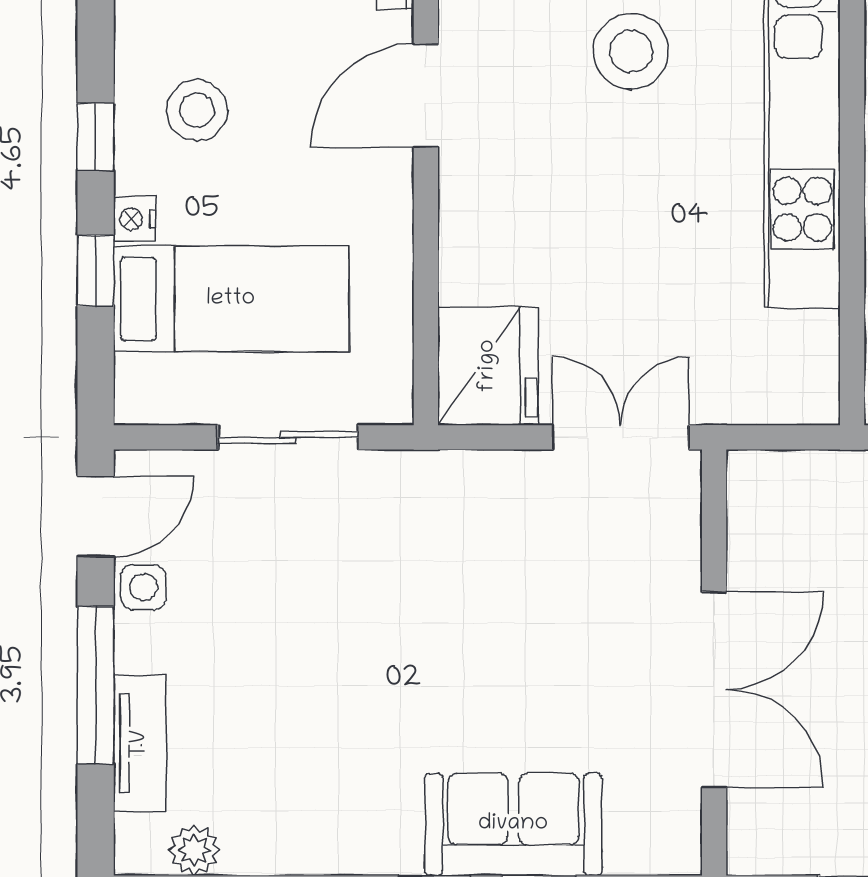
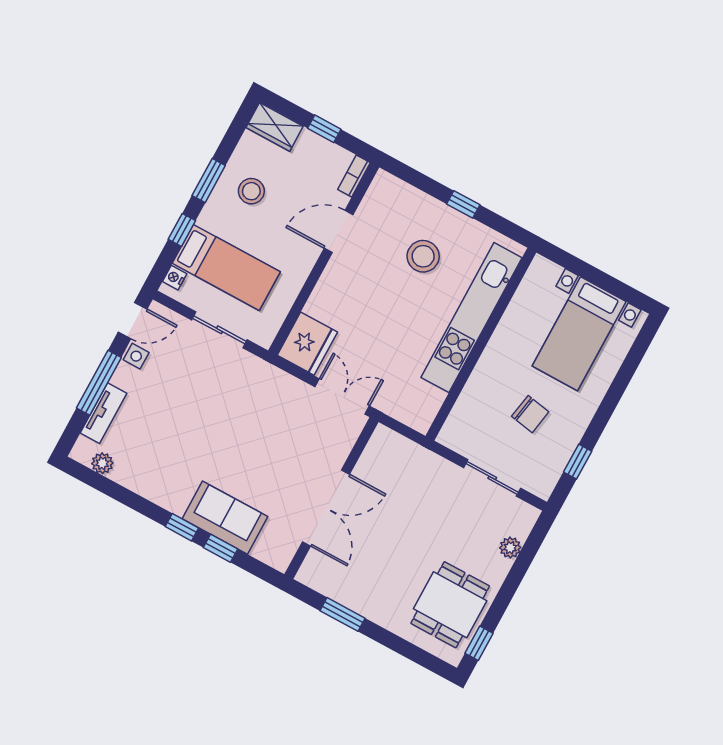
window: (96, 137) -> (209, 181), width x1.50
nightstand: (135, 219) -> (175, 278), moved

